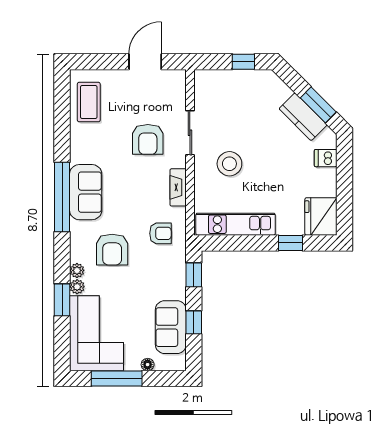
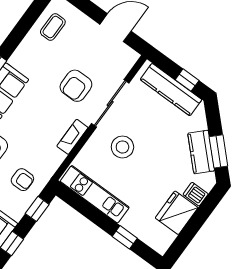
kitchen counter: (235, 81) -> (171, 90), added
coffee table: (89, 102) -> (53, 27), width x0.73, depth x0.77
sliding door: (190, 133) -> (110, 103), width x1.37
fridge: (321, 216) -> (177, 213), moved
armchair: (160, 233) -> (22, 180), moved

